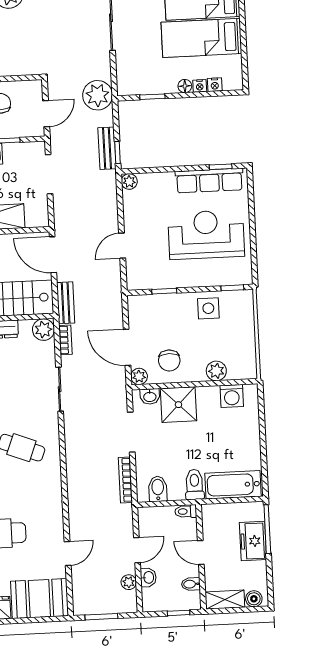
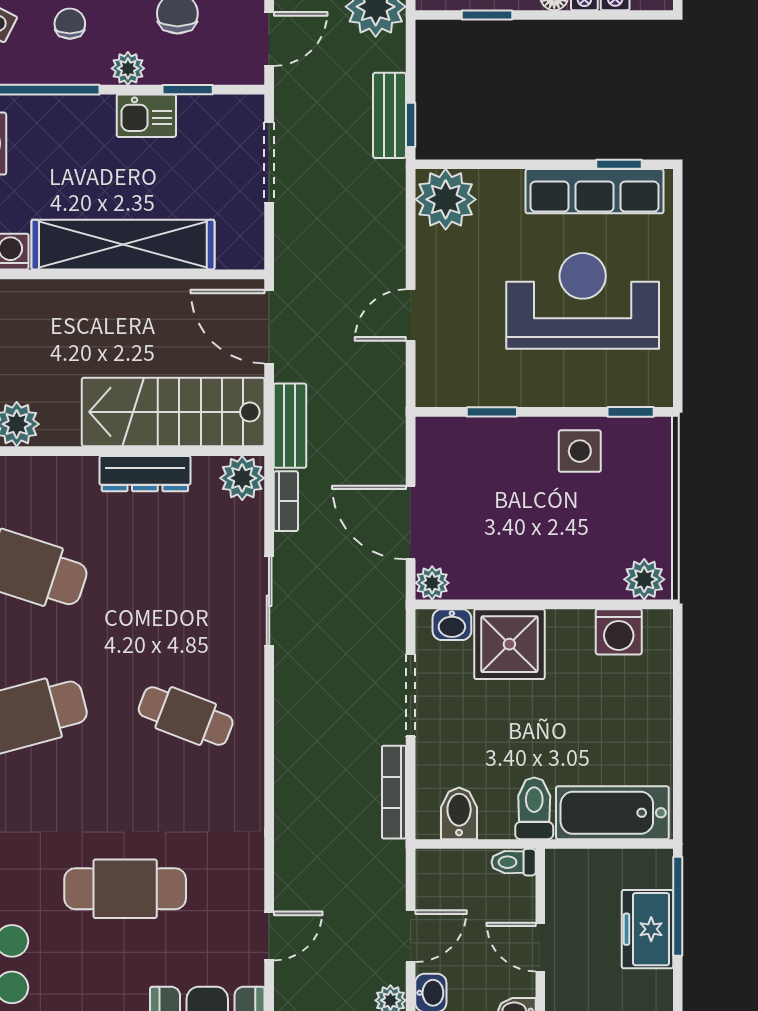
plant: (129, 181) -> (446, 199), width x1.87, depth x1.87
chair: (169, 361) -> (495, 553), removed
plant: (216, 371) -> (644, 579), moved

